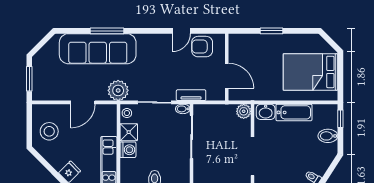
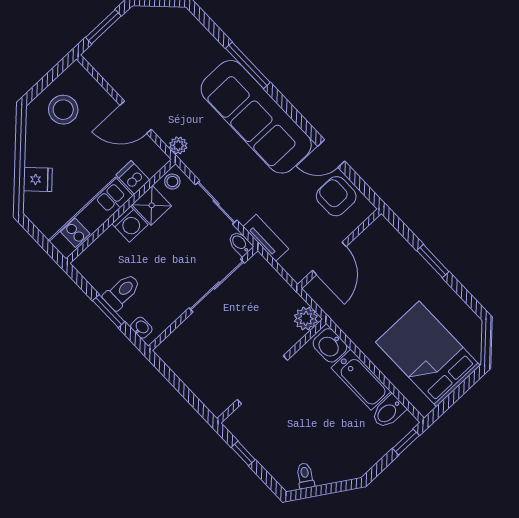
sofa: (98, 49) -> (256, 117), moved
plant: (118, 90) -> (178, 145), width x0.53, depth x0.53
dishwasher: (109, 129) -> (133, 177), added
bidet: (328, 136) -> (388, 412), moved, turned -90

